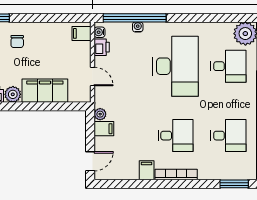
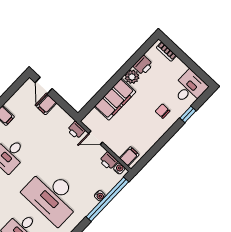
printer: (102, 99) -> (76, 130), added
plant: (100, 114) -> (67, 120), removed
filing cabinet: (104, 129) -> (47, 105), moved

